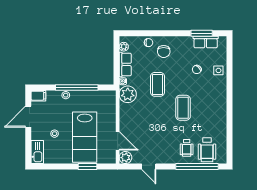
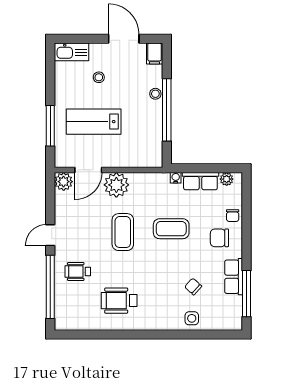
window: (202, 33) -> (246, 294), width x1.44
row of seats: (206, 42) -> (234, 277), moved
plant: (128, 94) -> (116, 185), moved
coffee table: (183, 108) -> (123, 232), moved, turned 90
lab bench: (85, 137) -> (94, 122), width x0.73, depth x0.72
wheelchair: (207, 150) -> (119, 301), moved
window: (88, 167) -> (50, 126), width x1.44
door: (149, 167) -> (50, 235), moved

